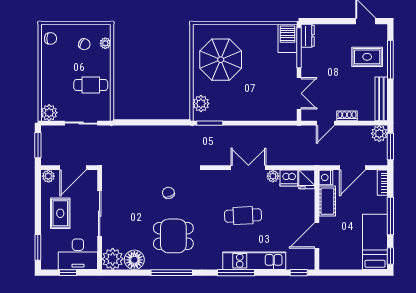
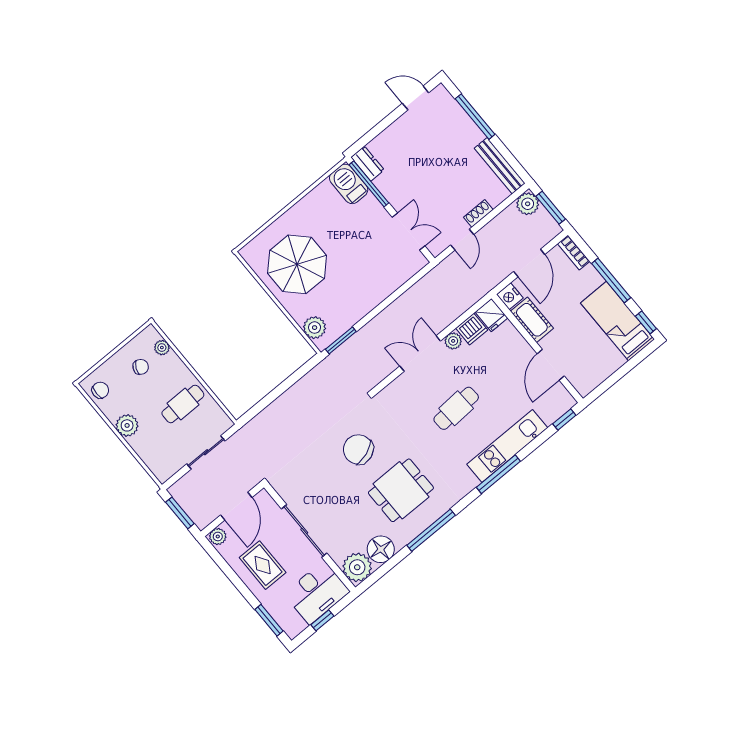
rug: (367, 57) -> (448, 134), removed
plant: (49, 113) -> (127, 425), moved
chair: (168, 193) -> (358, 449), width x1.87, depth x1.87

